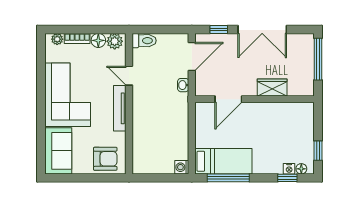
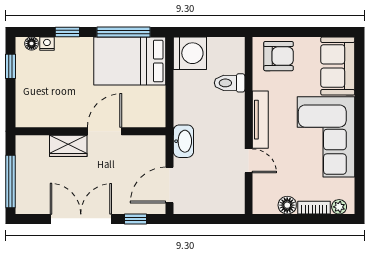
plant: (115, 41) -> (267, 204), removed
toilet: (144, 41) -> (230, 83), moved
washbasin: (183, 85) -> (183, 141), width x1.91, depth x1.45
door: (228, 99) -> (105, 131), moved
armchair: (105, 159) -> (278, 56), turned 180
bed: (223, 161) -> (130, 61), width x1.50
washing machine: (182, 167) -> (190, 53), width x1.89, depth x1.89
window: (287, 178) -> (67, 32), moved

